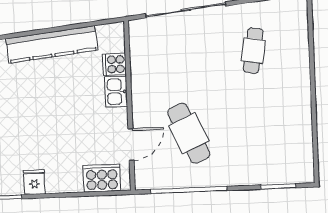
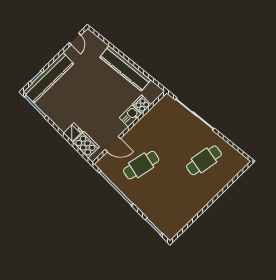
cafe table: (253, 51) -> (204, 160), width x1.37, depth x1.35
cafe table: (189, 133) -> (141, 165), turned 36
fridge: (34, 182) -> (73, 132), moved

